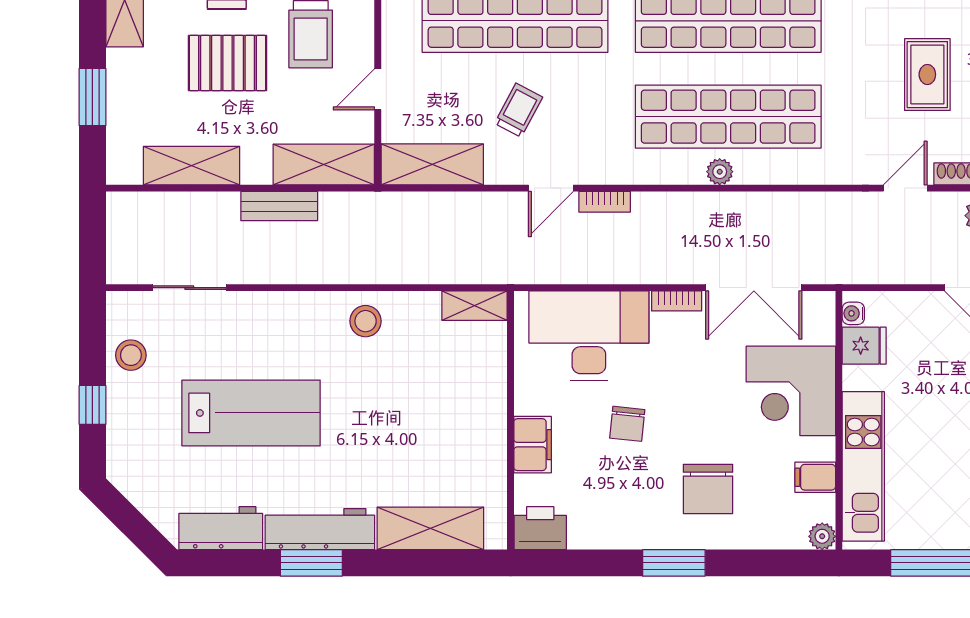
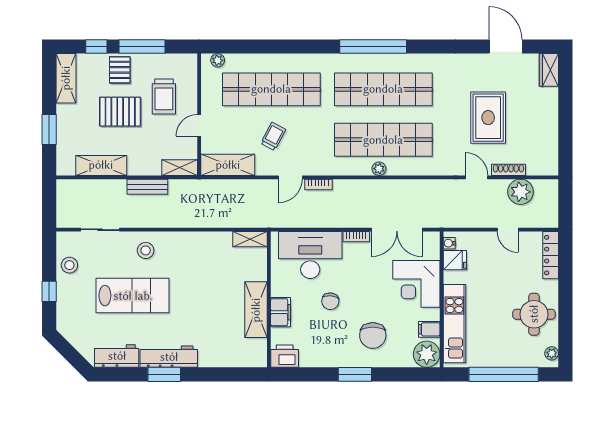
rug: (927, 75) -> (488, 118), width x1.36, depth x1.43
shelving: (324, 165) -> (180, 168), width x0.67, depth x0.75
door: (905, 188) -> (477, 177), hinge flipped
stool: (366, 321) -> (146, 250), moved
shelving: (430, 528) -> (256, 310), moved, turned 90
plant: (822, 536) -> (427, 354), width x1.88, depth x1.88

